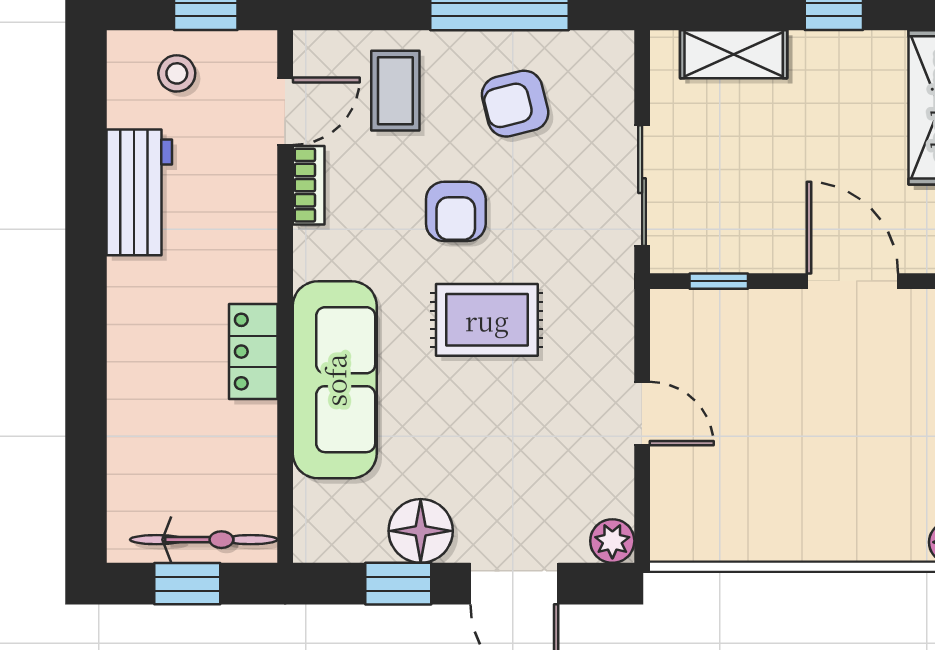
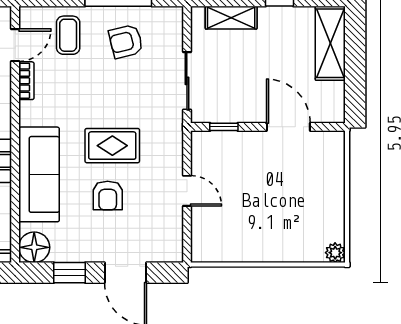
armchair: (456, 211) -> (108, 196), moved
floor lamp: (421, 531) -> (34, 247), moved
plant: (612, 541) -> (173, 252), removed

